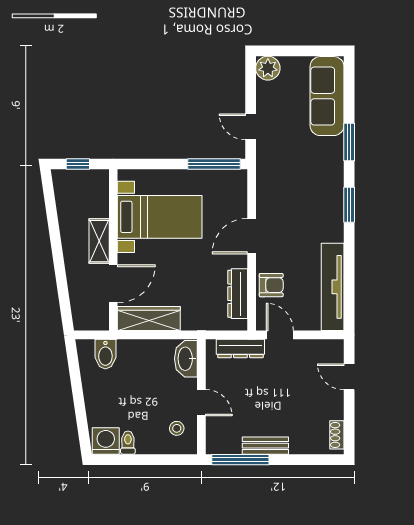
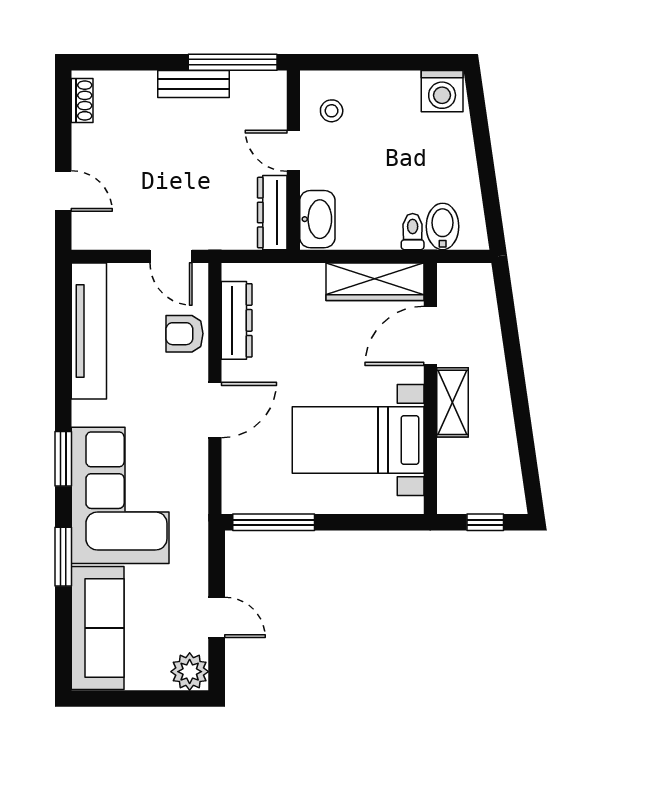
door: (251, 127) -> (217, 617), moved
corner sofa: (313, 181) -> (120, 495), added
dresser: (240, 348) -> (272, 213), moved, turned -90
toilet: (128, 443) -> (413, 232), moved, turned 180

